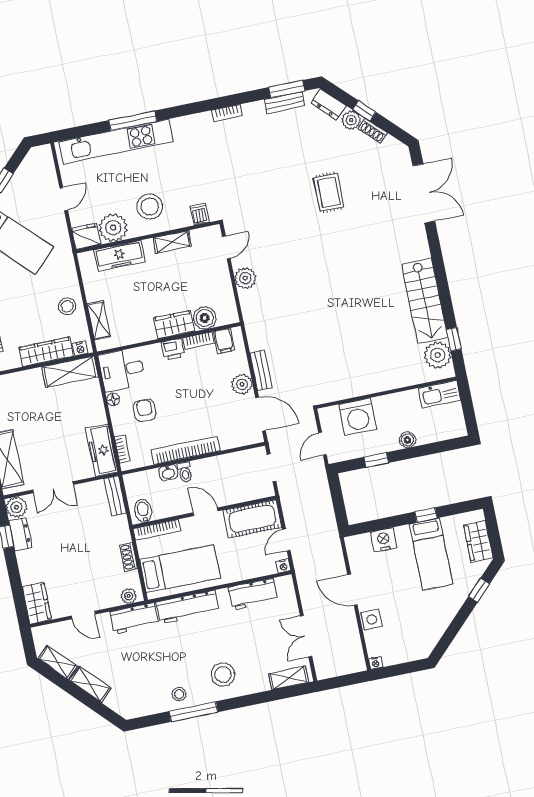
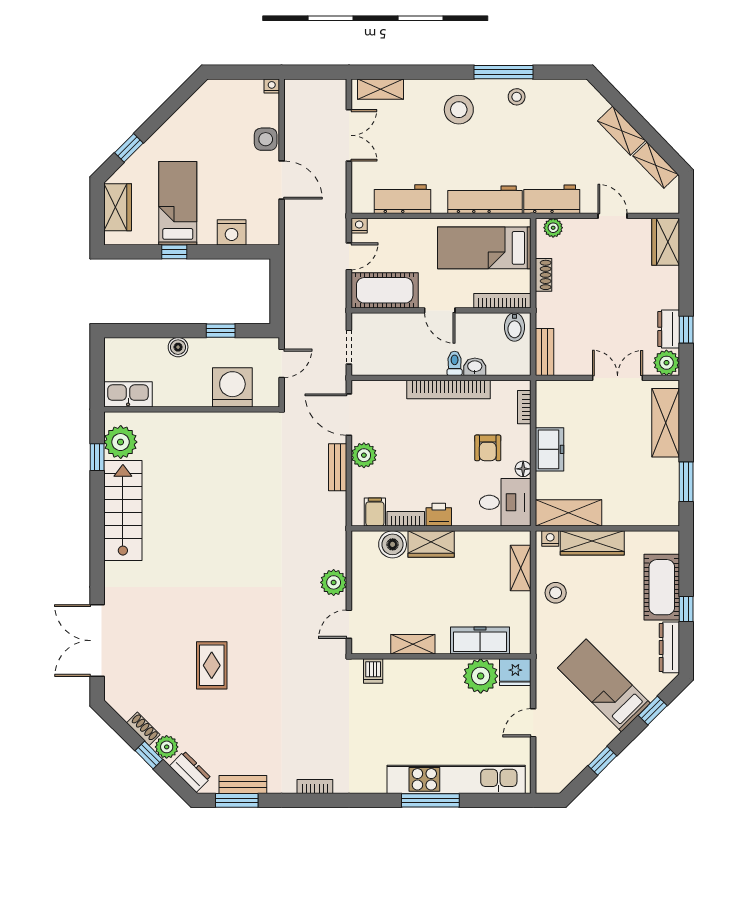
stool: (150, 206) -> (431, 693), removed
freezer: (102, 450) -> (550, 449), moved, width x0.71

